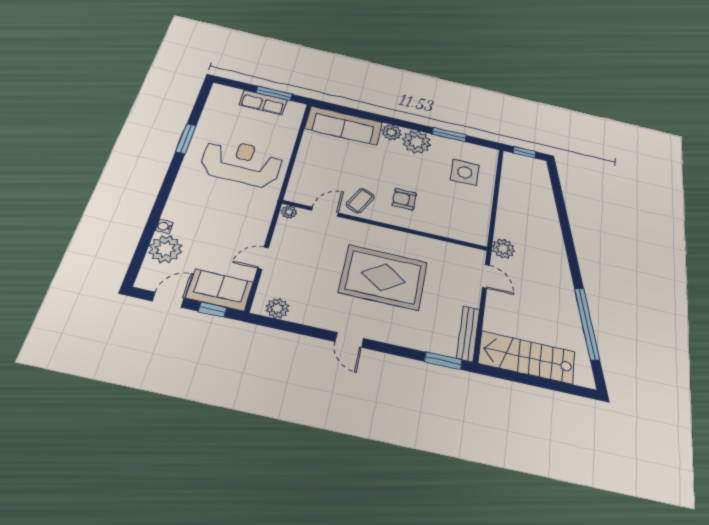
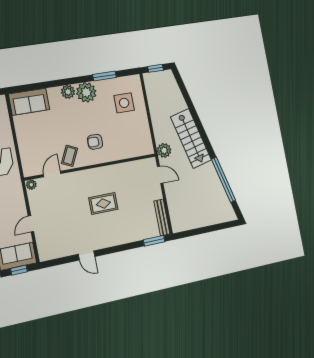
sofa: (344, 126) -> (29, 102), width x0.73
rug: (383, 277) -> (103, 204), width x0.54, depth x0.49
plant: (277, 308) -> (54, 252), removed
door: (349, 340) -> (87, 255), moved
stairs: (527, 357) -> (191, 138), moved, turned -104

